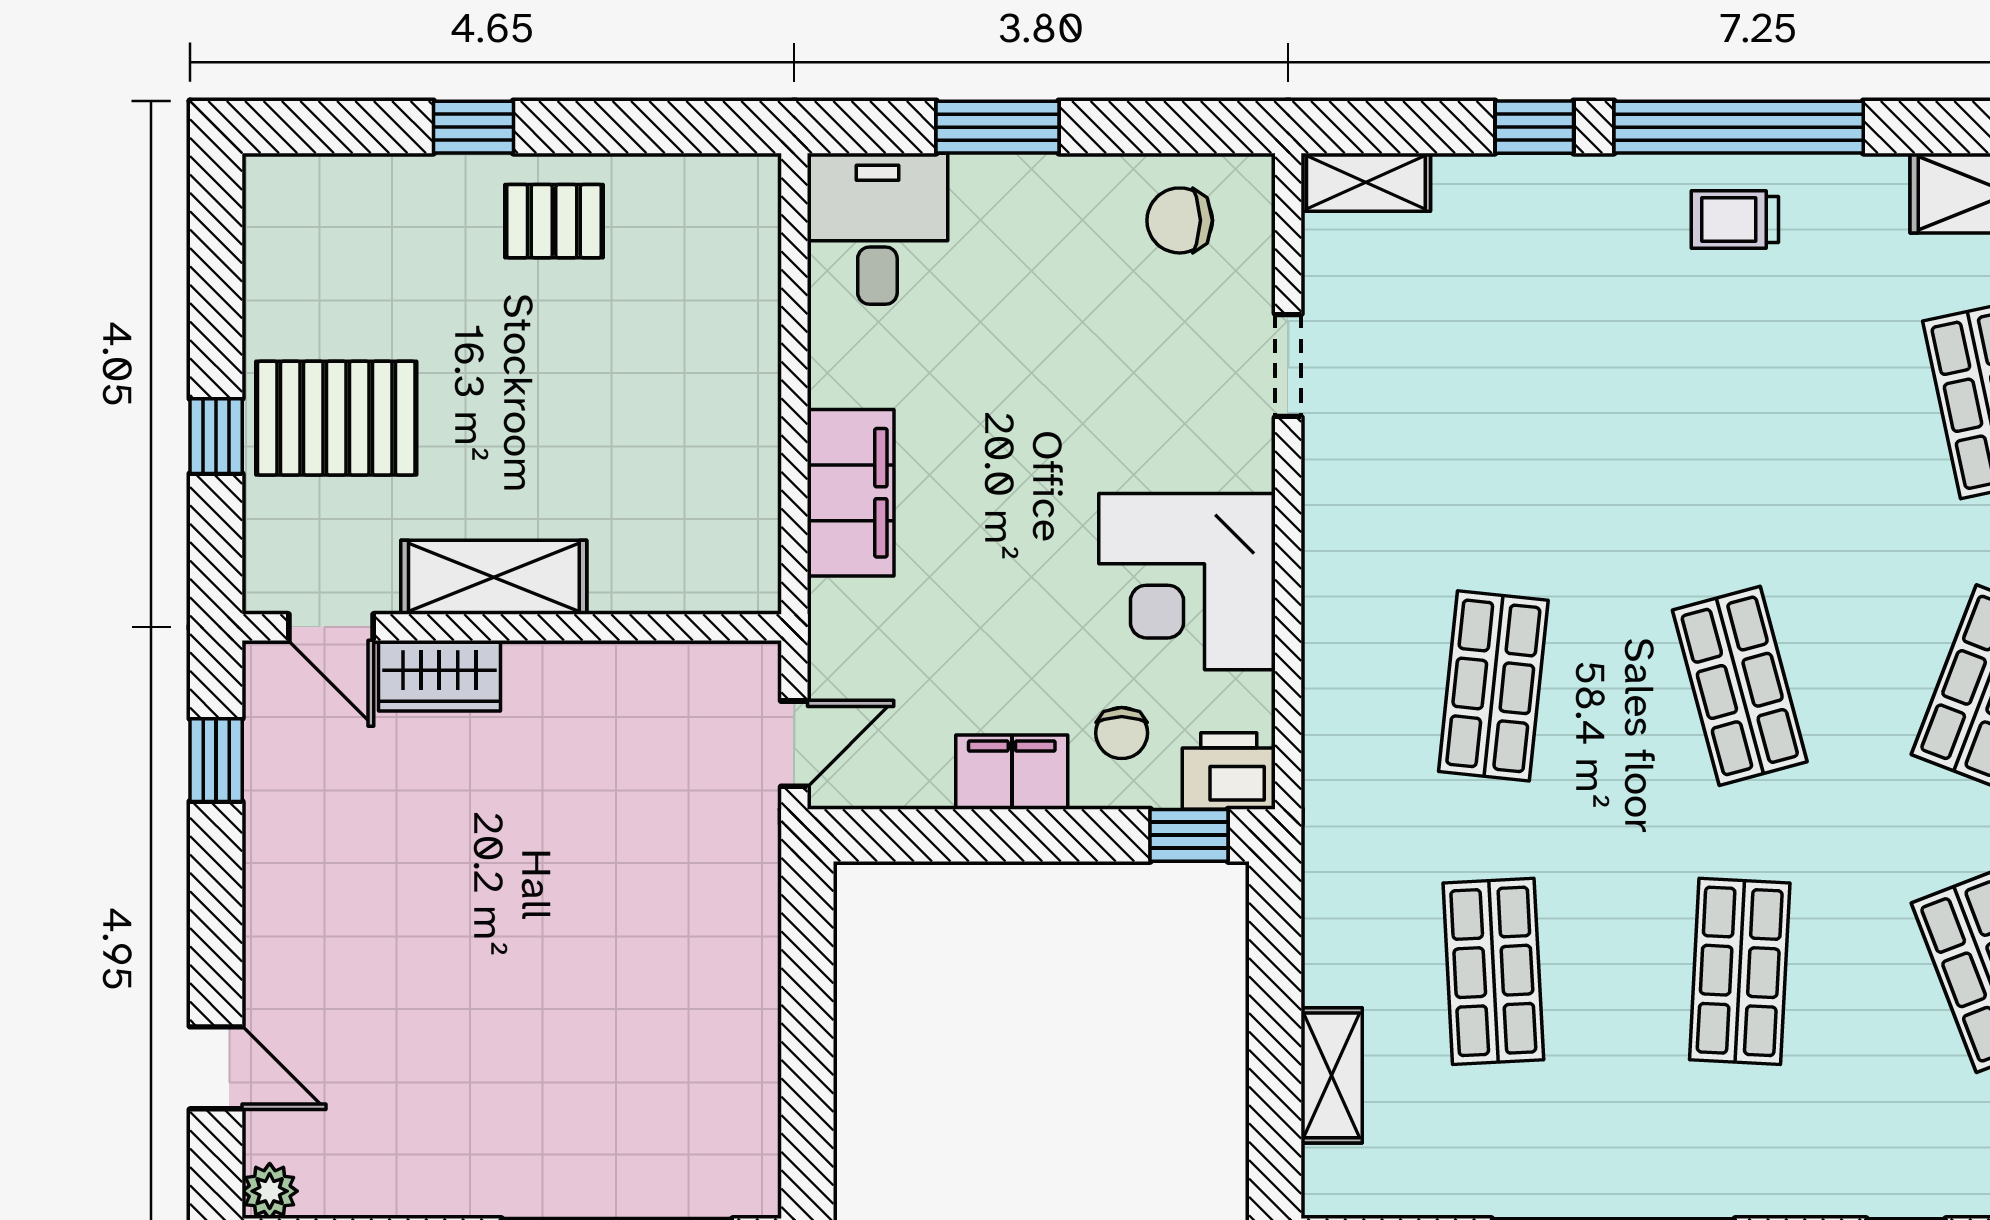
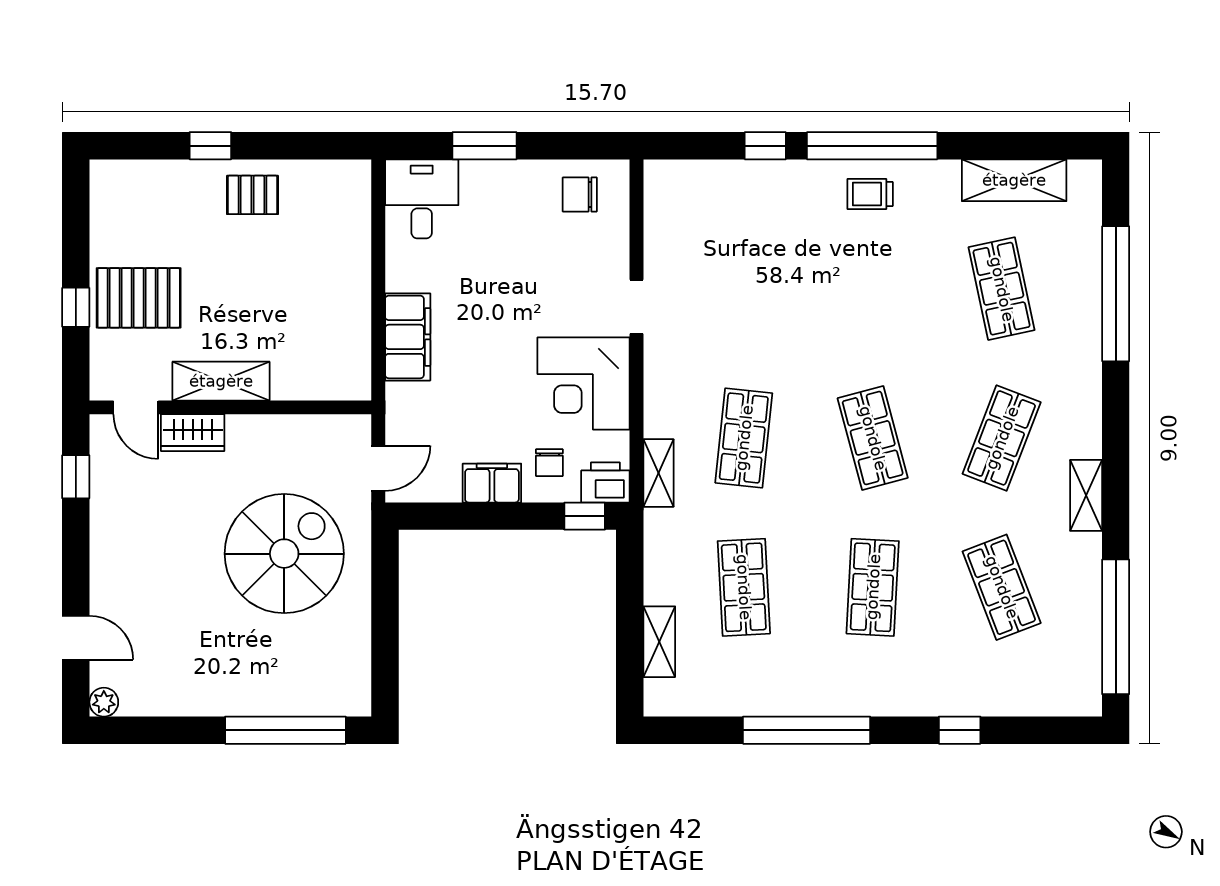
shelving: (1366, 182) -> (658, 473), moved, turned 90
doorway: (1288, 365) -> (636, 307), moved
spiral stairs: (615, 907) -> (284, 554), added

